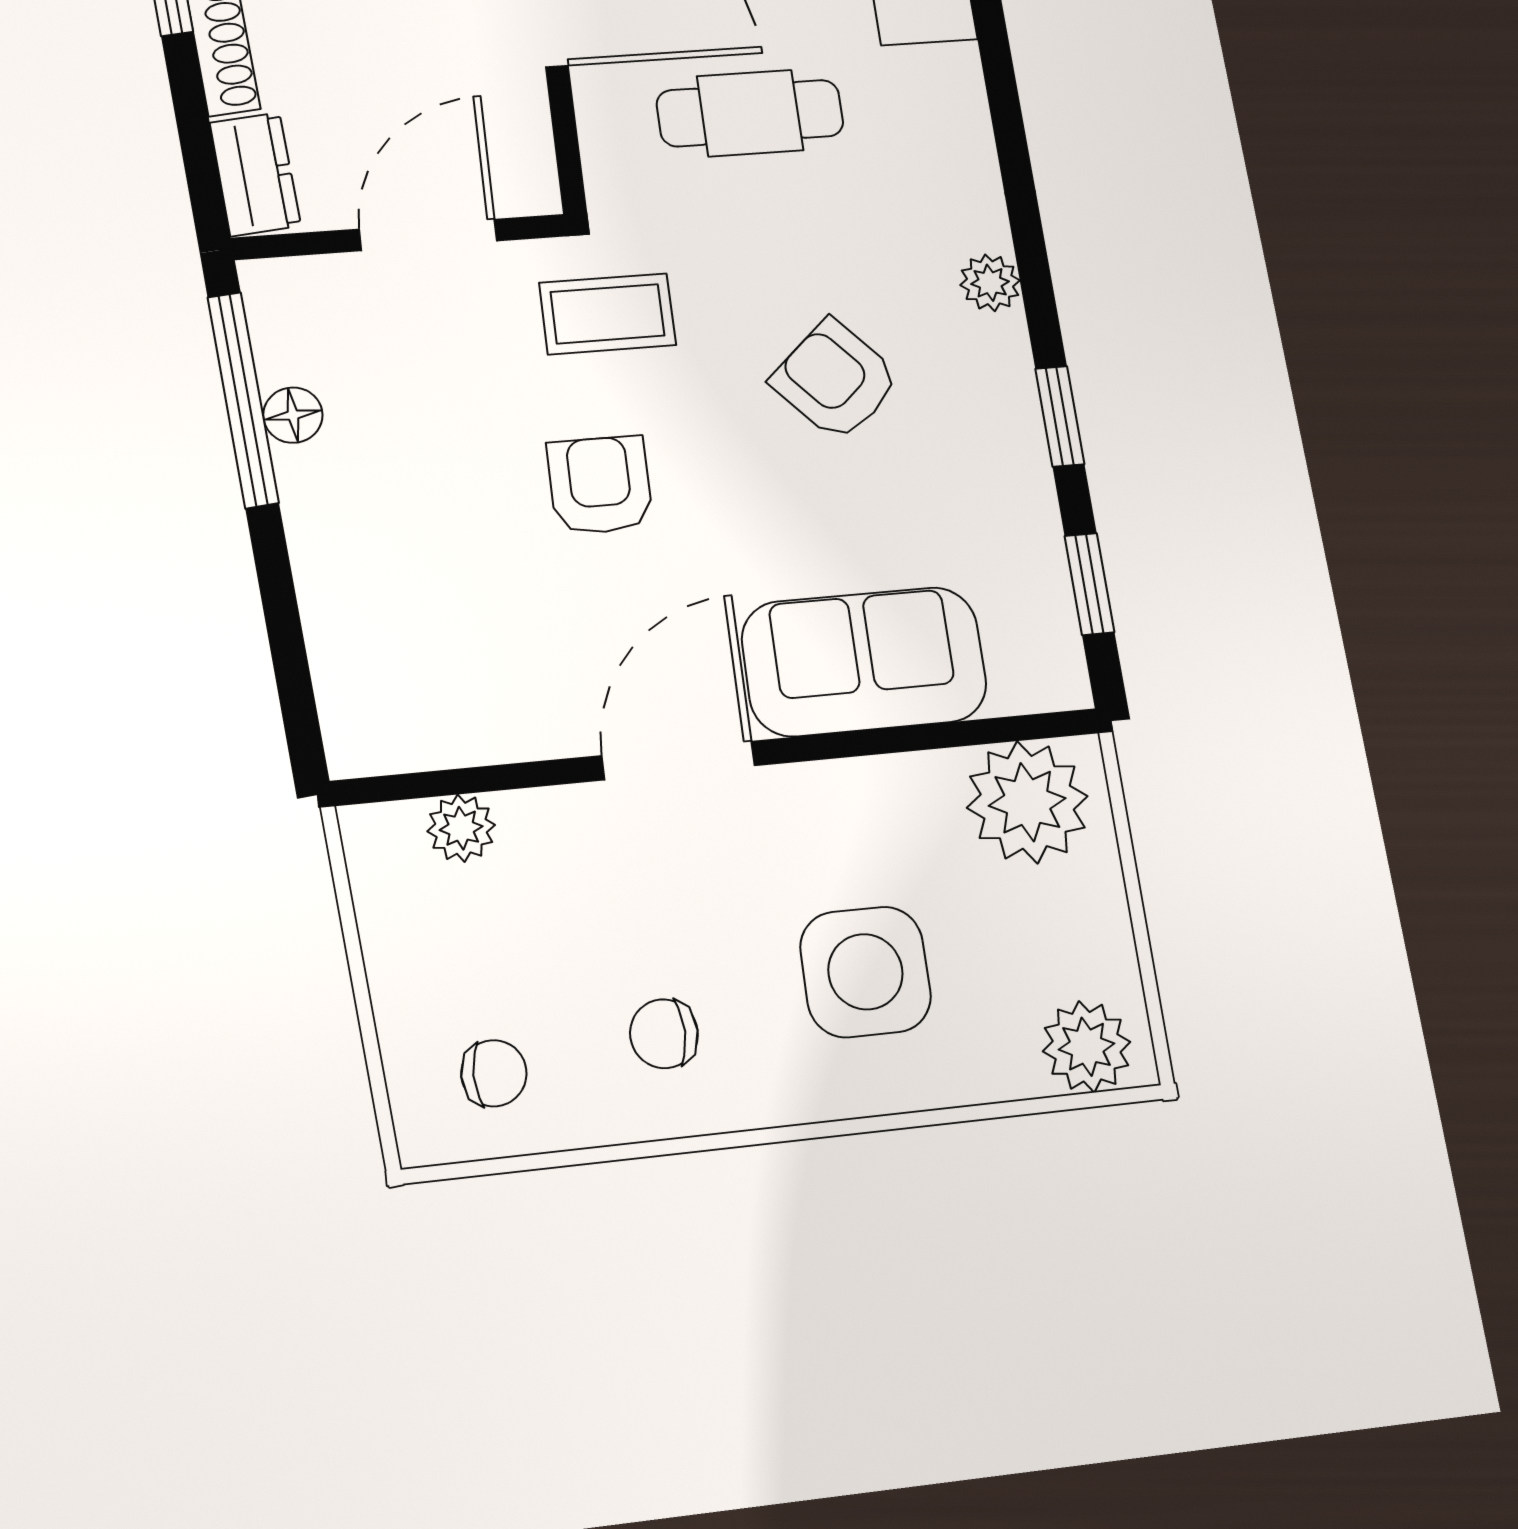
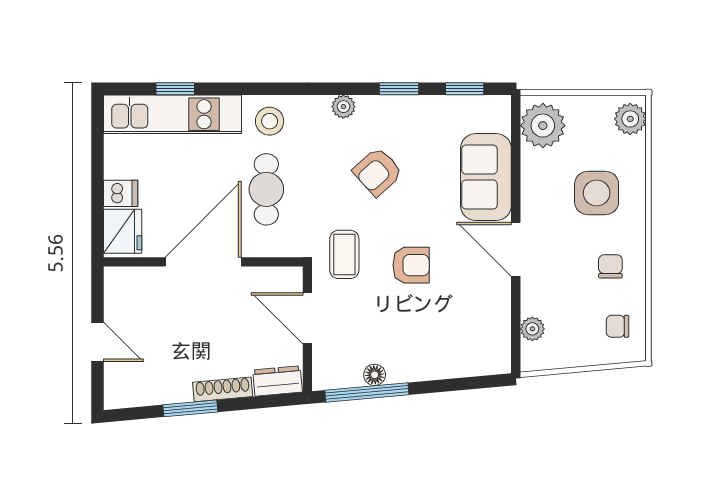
stool: (923, 109) -> (270, 121), added
armchair: (600, 485) -> (411, 265), turned 180
chair: (664, 1034) -> (610, 266), turned 180
chair: (494, 1073) -> (618, 326), turned -90

